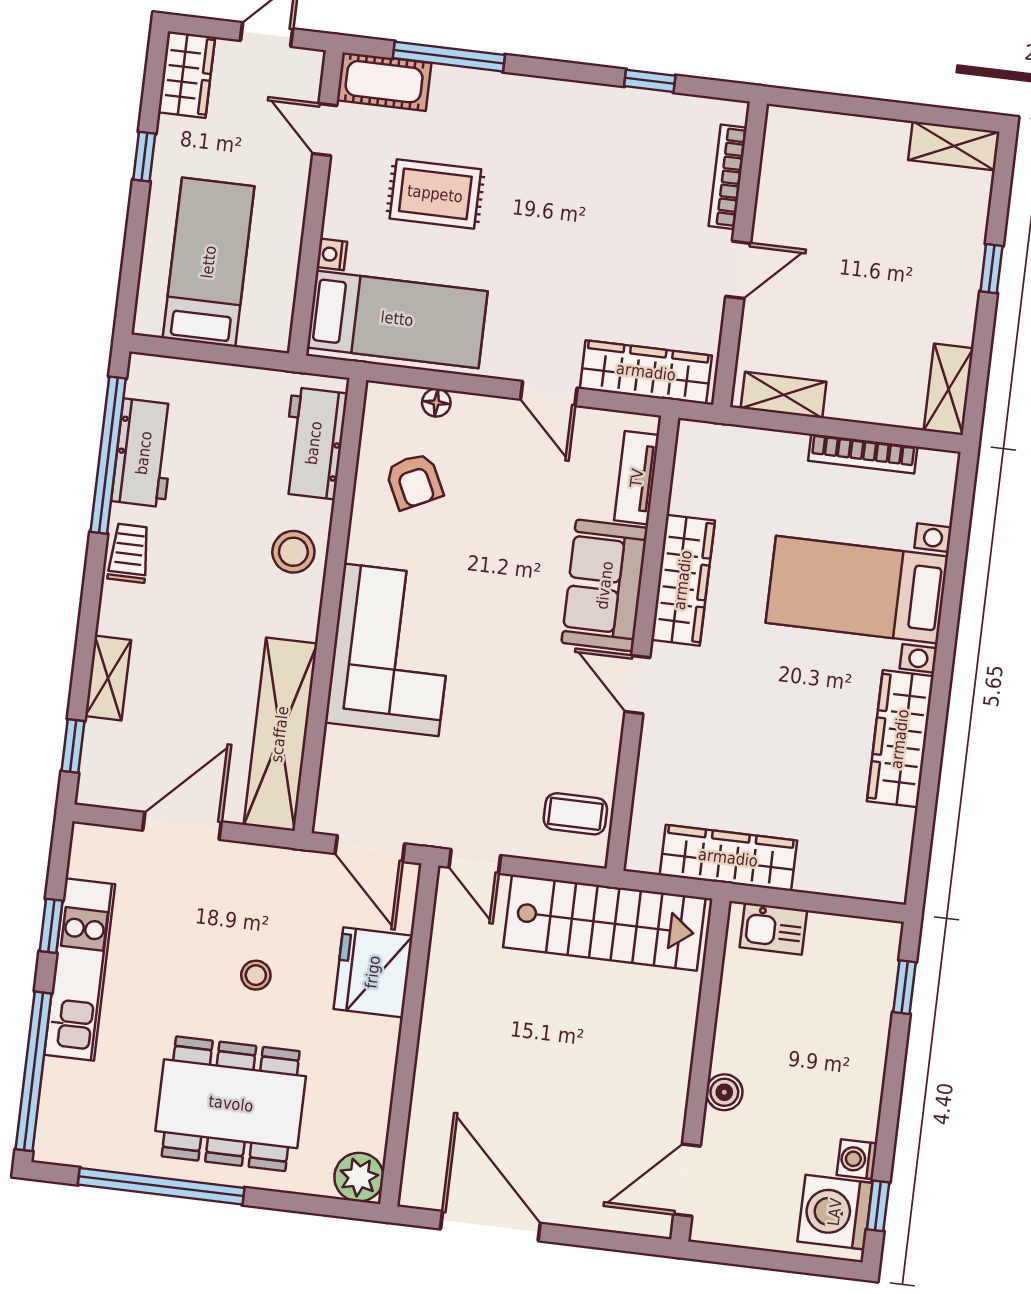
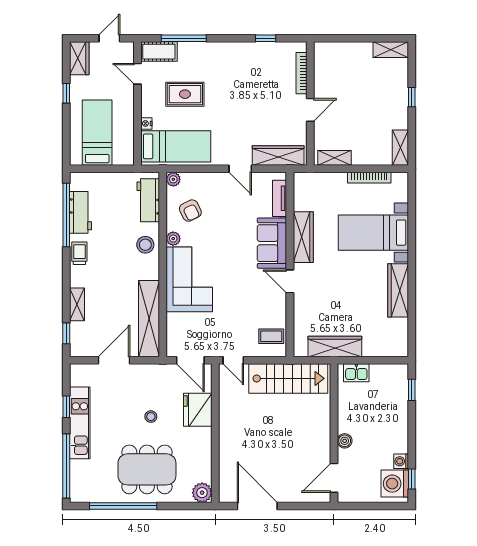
plant: (381, 399) -> (173, 179), added
floor lamp: (436, 403) -> (195, 178), removed
plant: (364, 545) -> (173, 239), added

